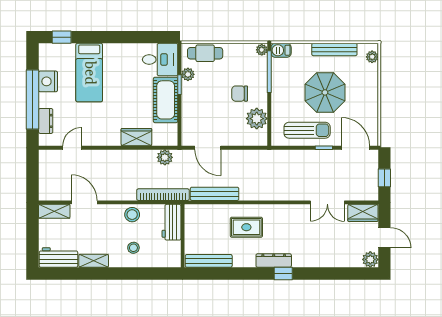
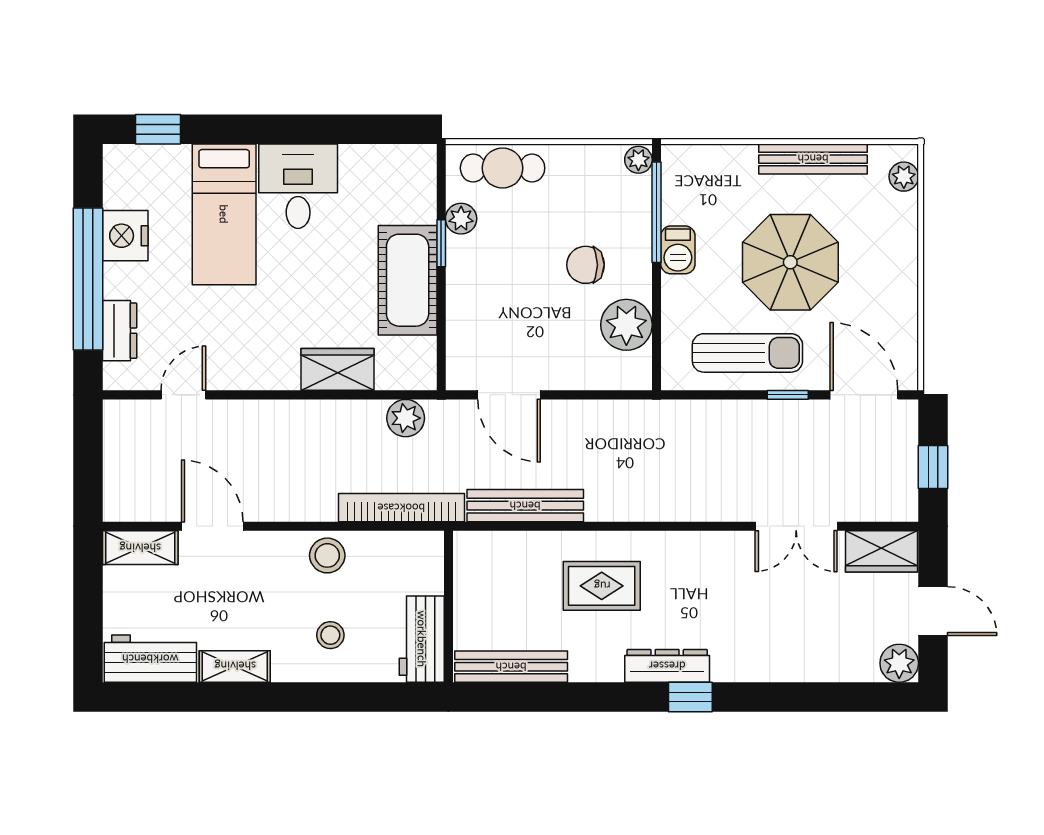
barbecue: (281, 50) -> (678, 250), moved, turned -90
desk: (160, 60) -> (298, 186), moved, turned -90
workbench: (171, 222) -> (422, 639), moved

